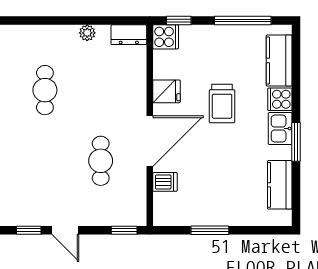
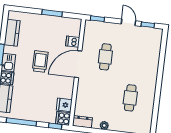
fridge: (166, 91) -> (64, 105), moved
trolley: (222, 104) -> (40, 61), moved

